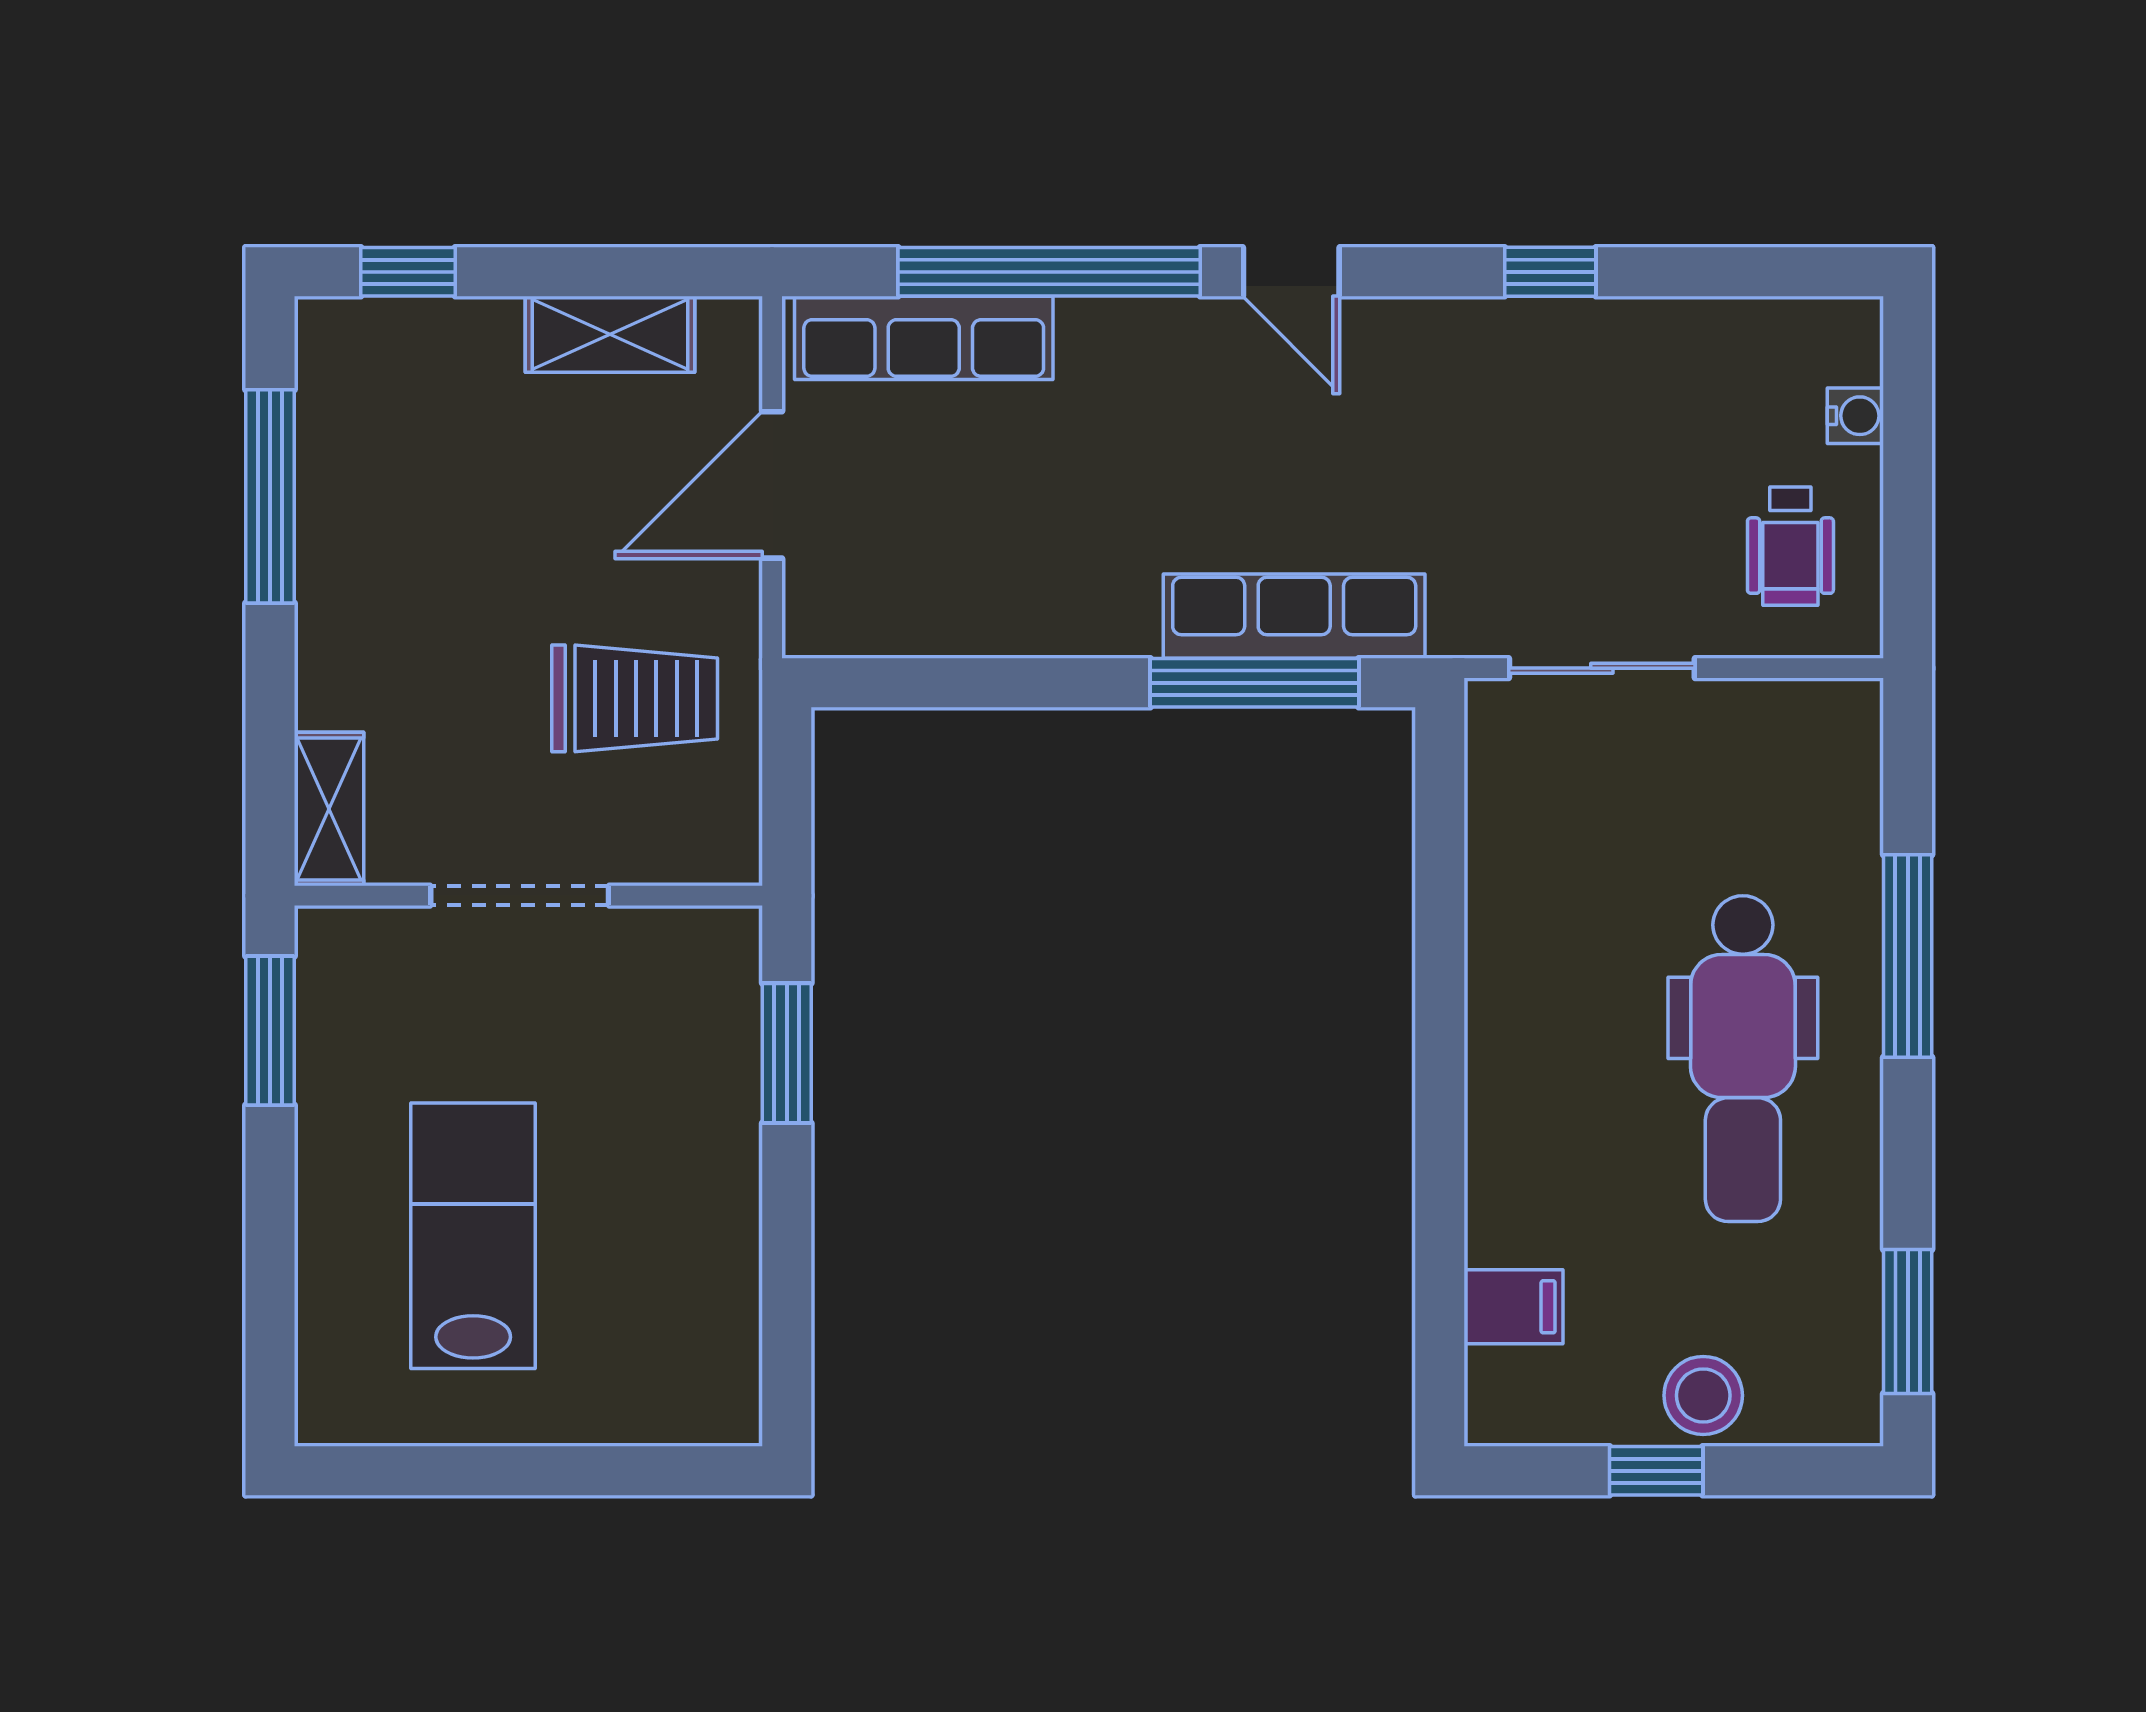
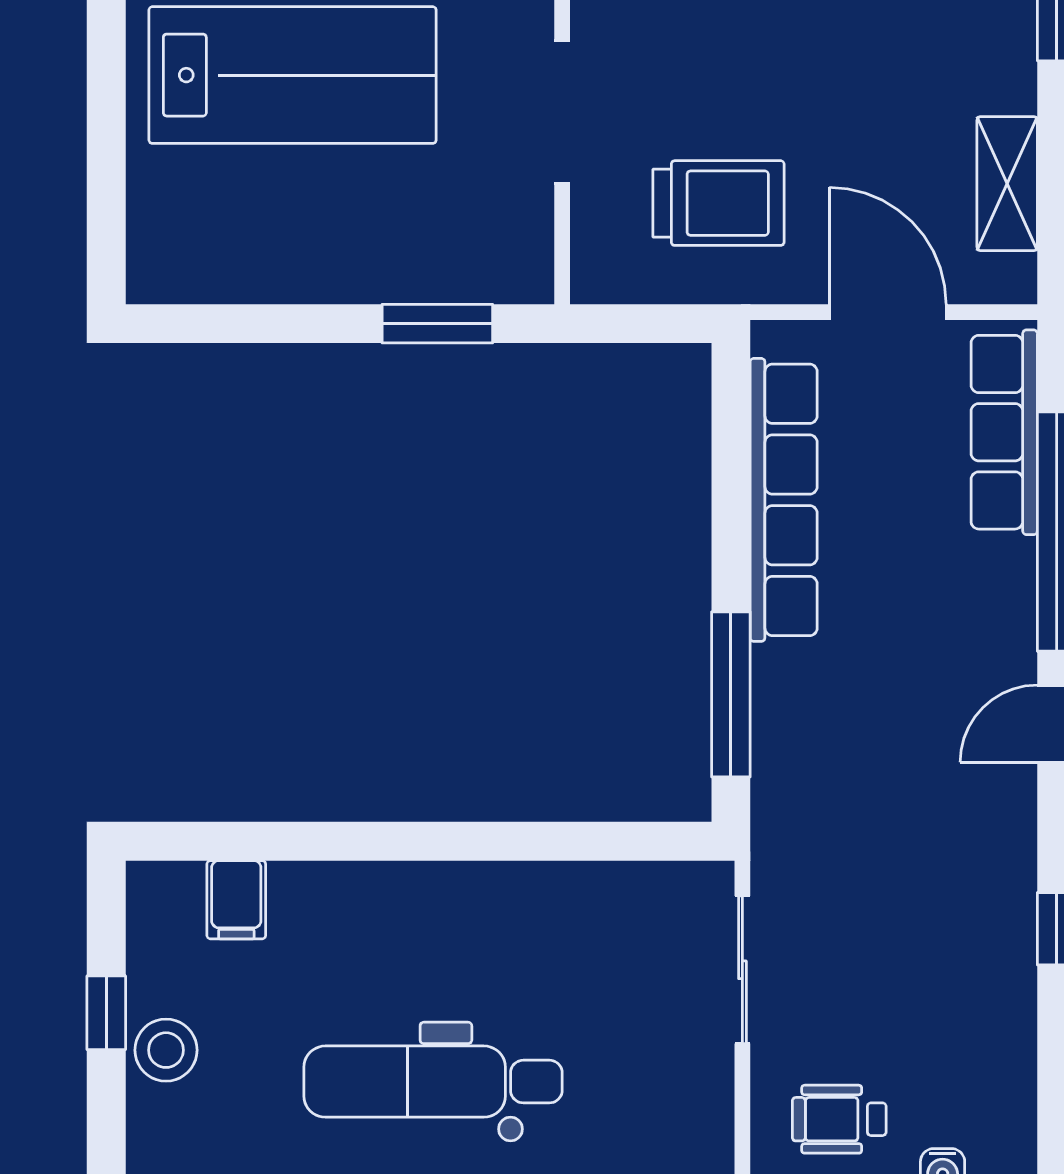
row of seats: (1294, 616) -> (784, 500), moved, width x1.36
trolley: (635, 698) -> (718, 203), turned -90
lab bench: (473, 1236) -> (293, 75), width x1.36, depth x1.39

